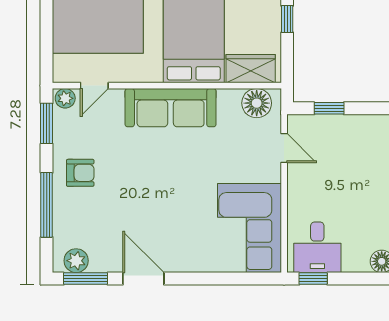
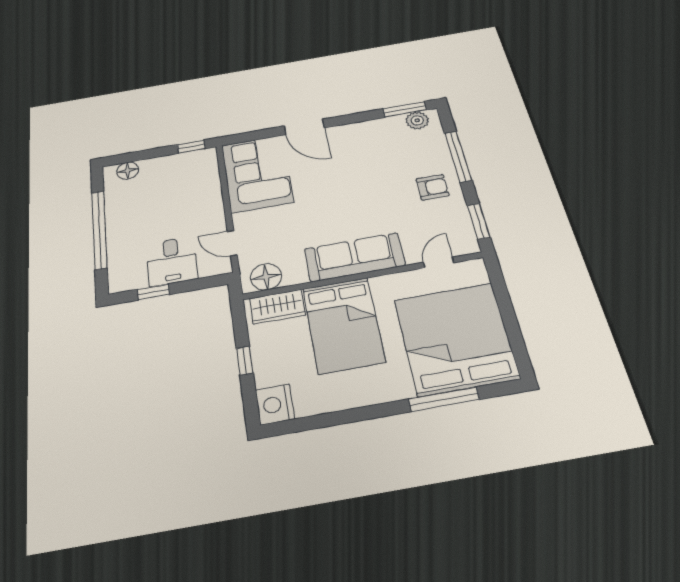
plant: (65, 98) -> (466, 246), removed
window: (329, 108) -> (153, 292), moved
armchair: (80, 173) -> (433, 187), turned 180
desk: (317, 247) -> (172, 261), moved, turned 180
door: (143, 279) -> (304, 127), moved

